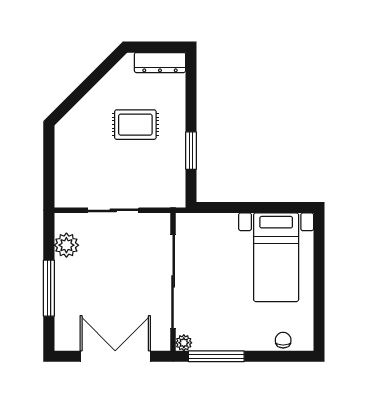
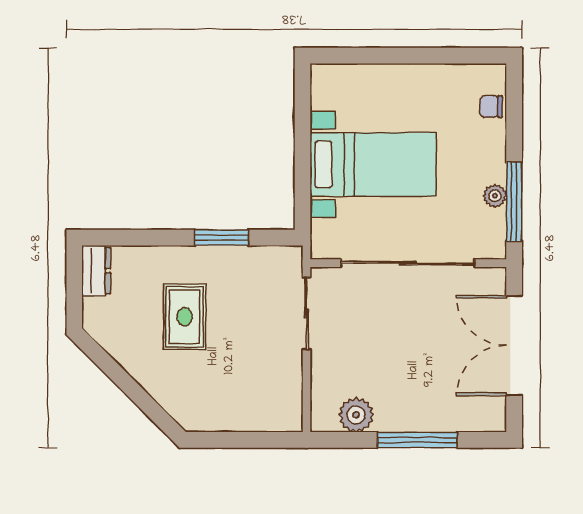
dresser: (160, 63) -> (96, 271), width x0.70
sliding door: (113, 210) -> (307, 313), moved
bed with nightstands: (276, 257) -> (373, 164), moved
plant: (184, 343) -> (495, 196), moved

